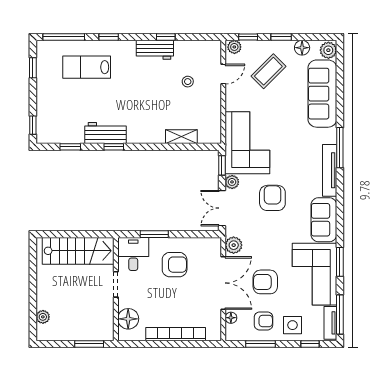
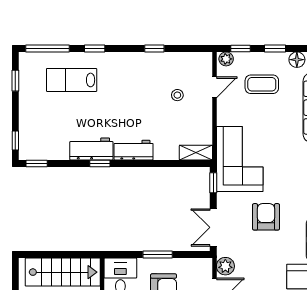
workbench: (155, 50) -> (134, 150), moved, turned 180
coffee table: (268, 71) -> (262, 84), turned 45
shelving: (181, 137) -> (196, 153), moved
window: (70, 147) -> (37, 163), moved
plant: (232, 182) -> (224, 200), removed
window: (154, 234) -> (158, 255), moved

